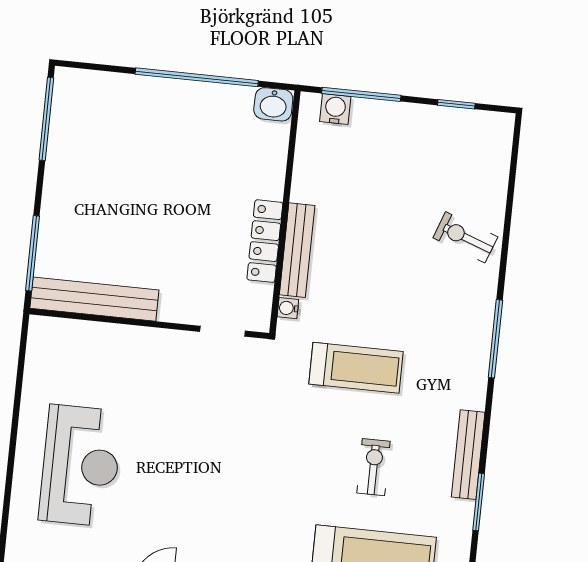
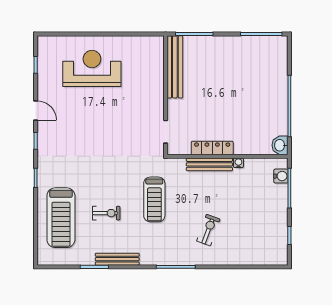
exercise bike: (465, 237) -> (208, 230), moved
water cooler: (288, 308) -> (238, 163), moved
reception desk: (80, 466) -> (92, 68), turned 180

